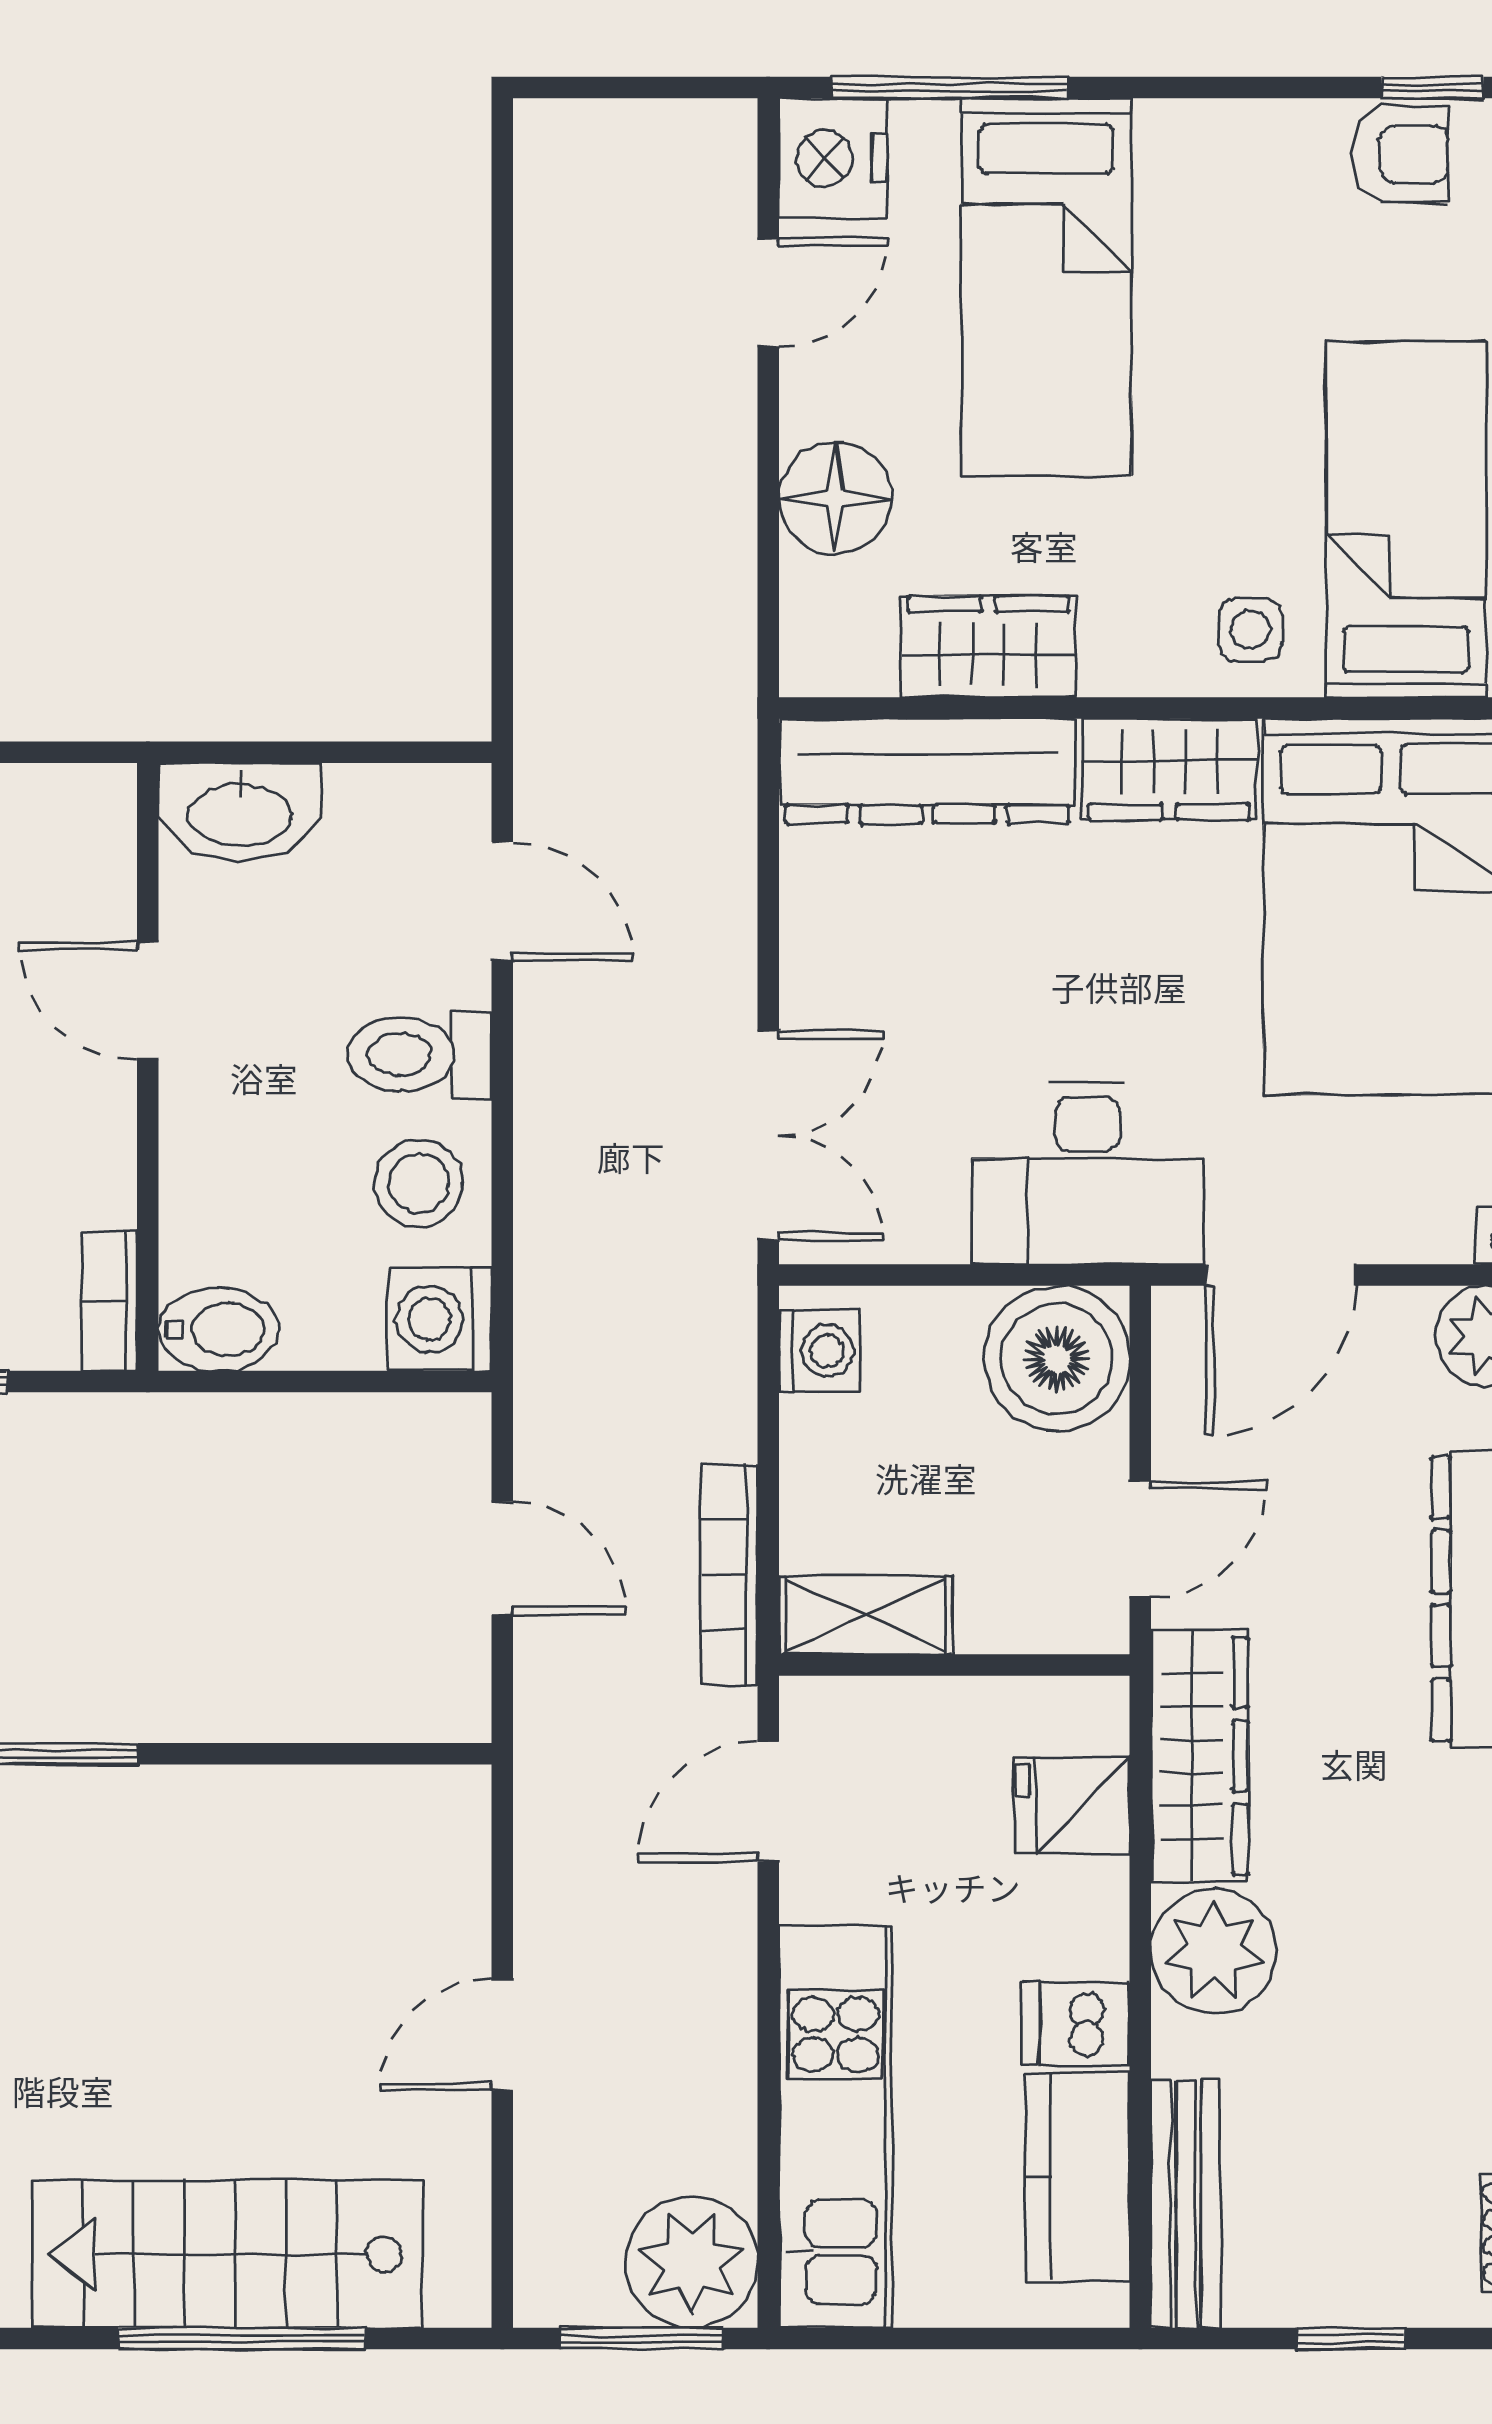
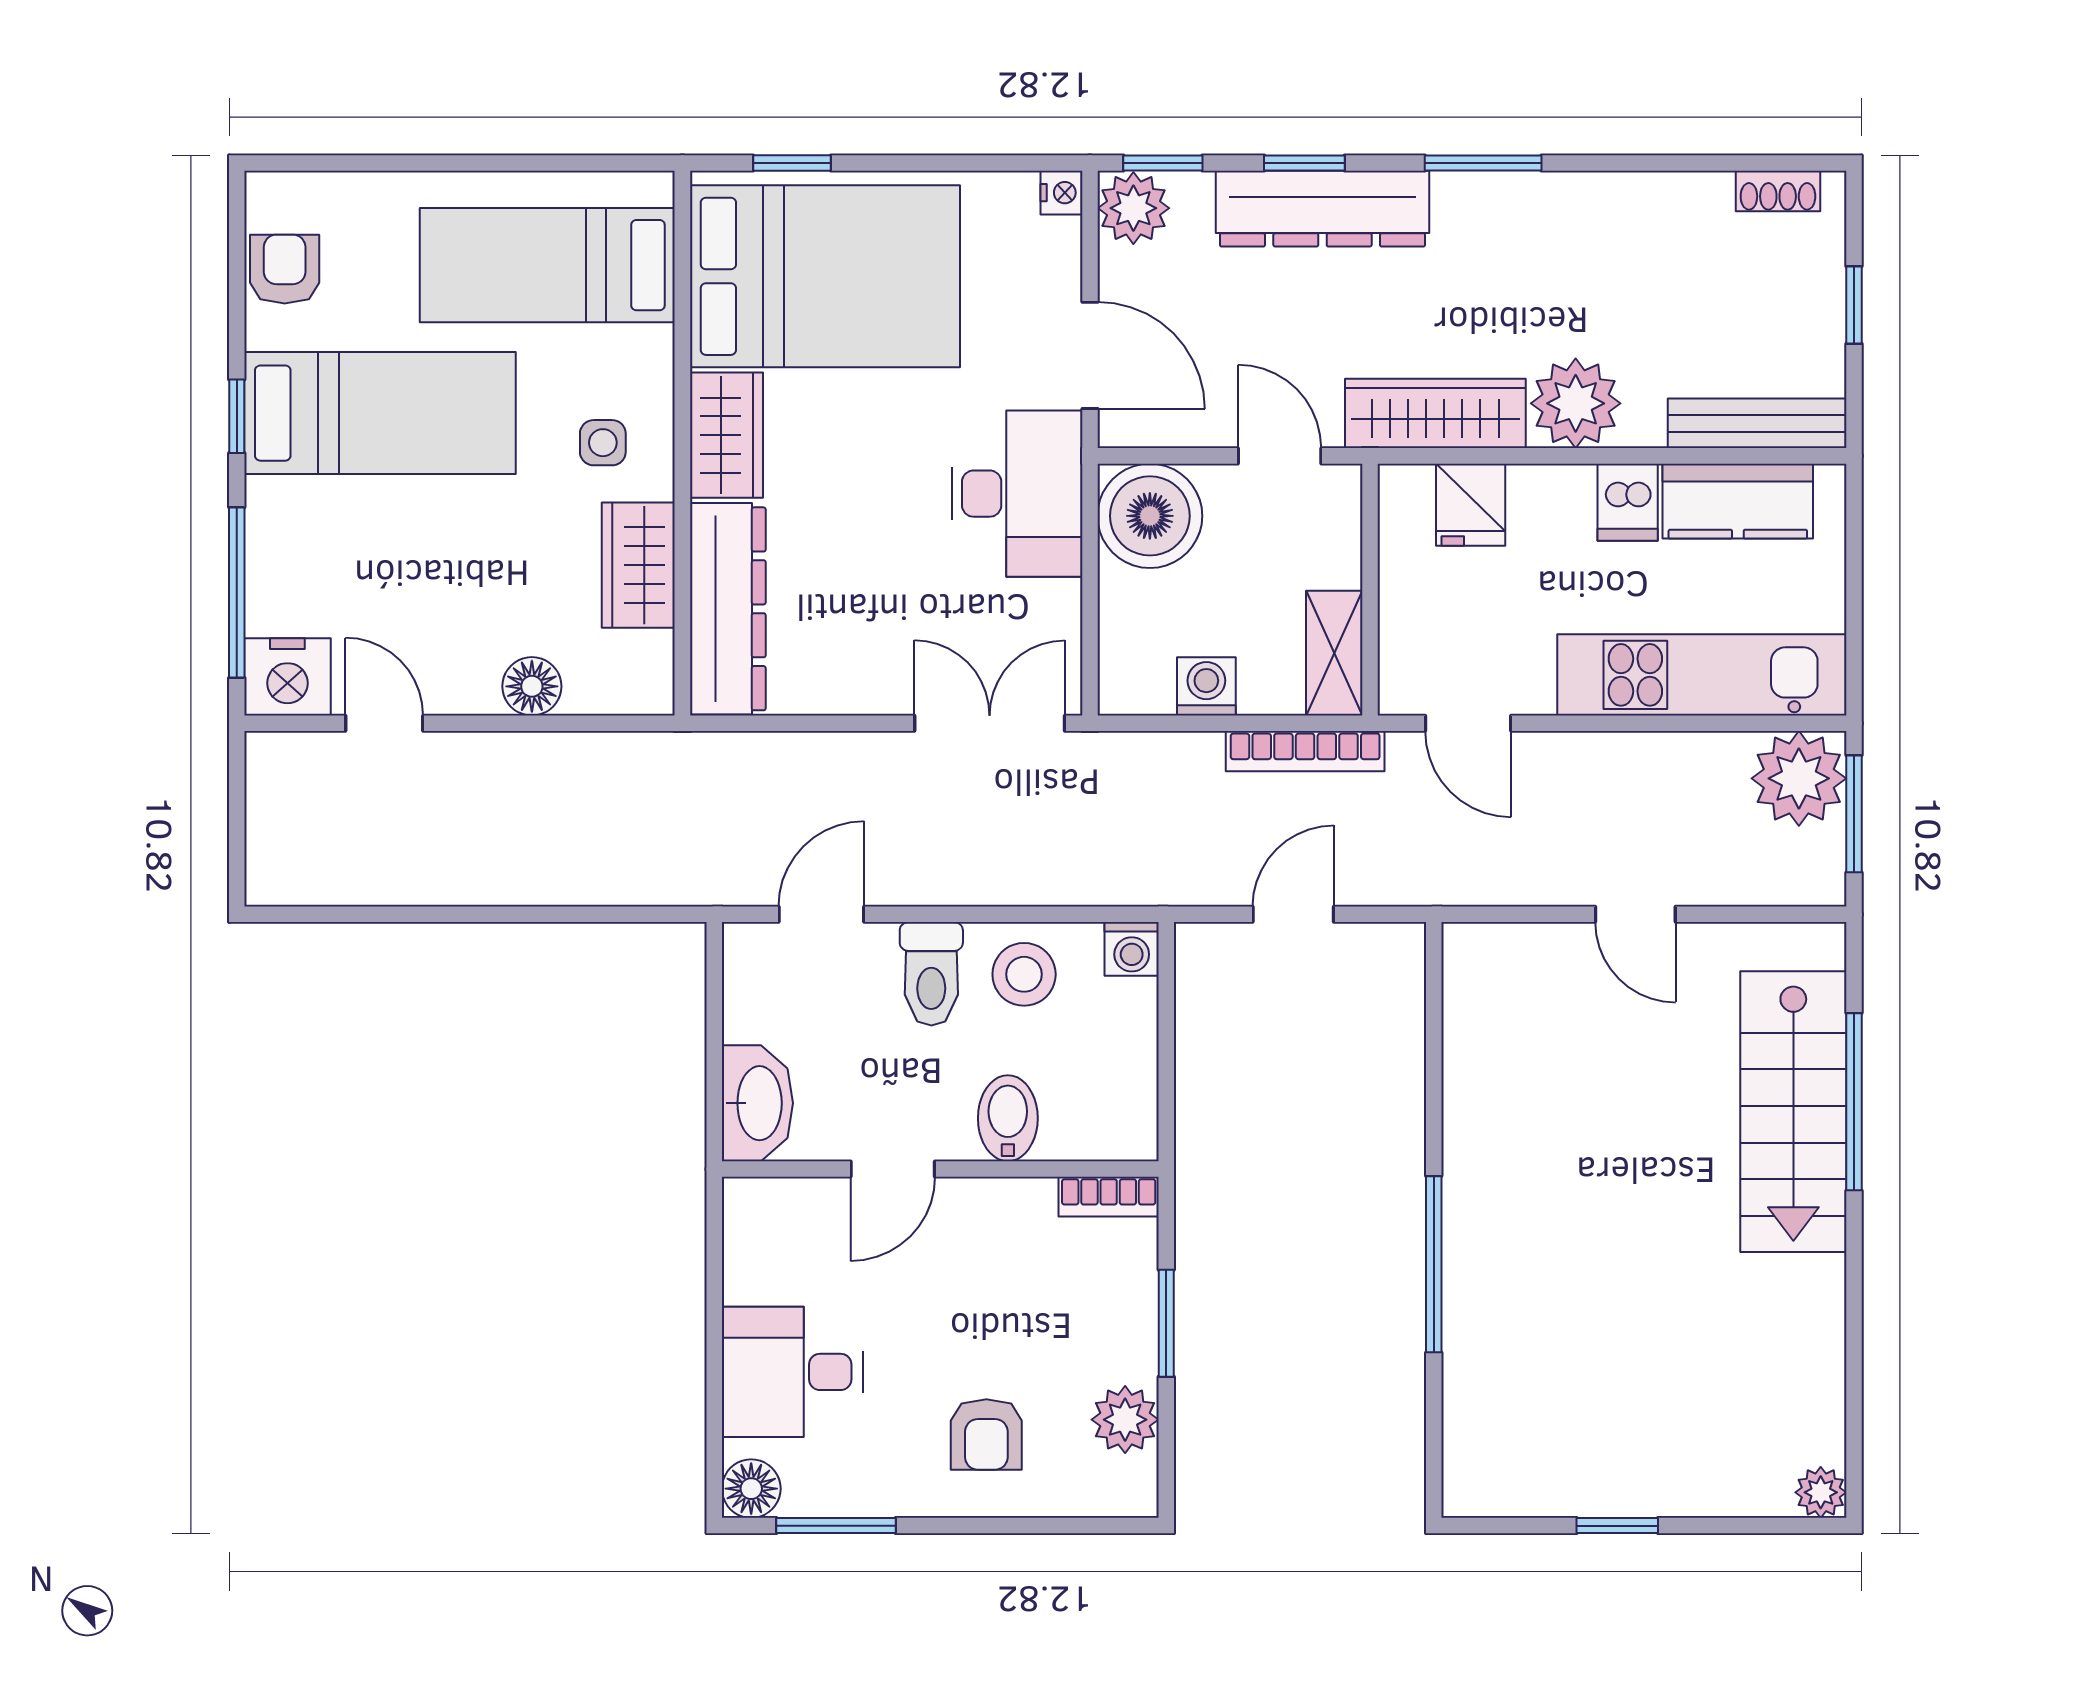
window: (1432, 88) -> (237, 416), moved
bed: (1046, 287) -> (380, 413), moved
floor lamp: (835, 498) -> (532, 686), width x0.73, depth x0.73
side table: (1250, 630) -> (603, 443), moved
washing machine: (440, 1319) -> (1132, 949), width x0.73, depth x0.73
bidet: (218, 1329) -> (1008, 1118), moved
washing machine: (819, 1351) -> (1206, 686), moved

